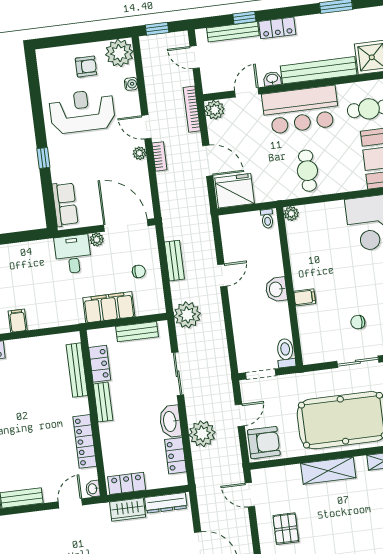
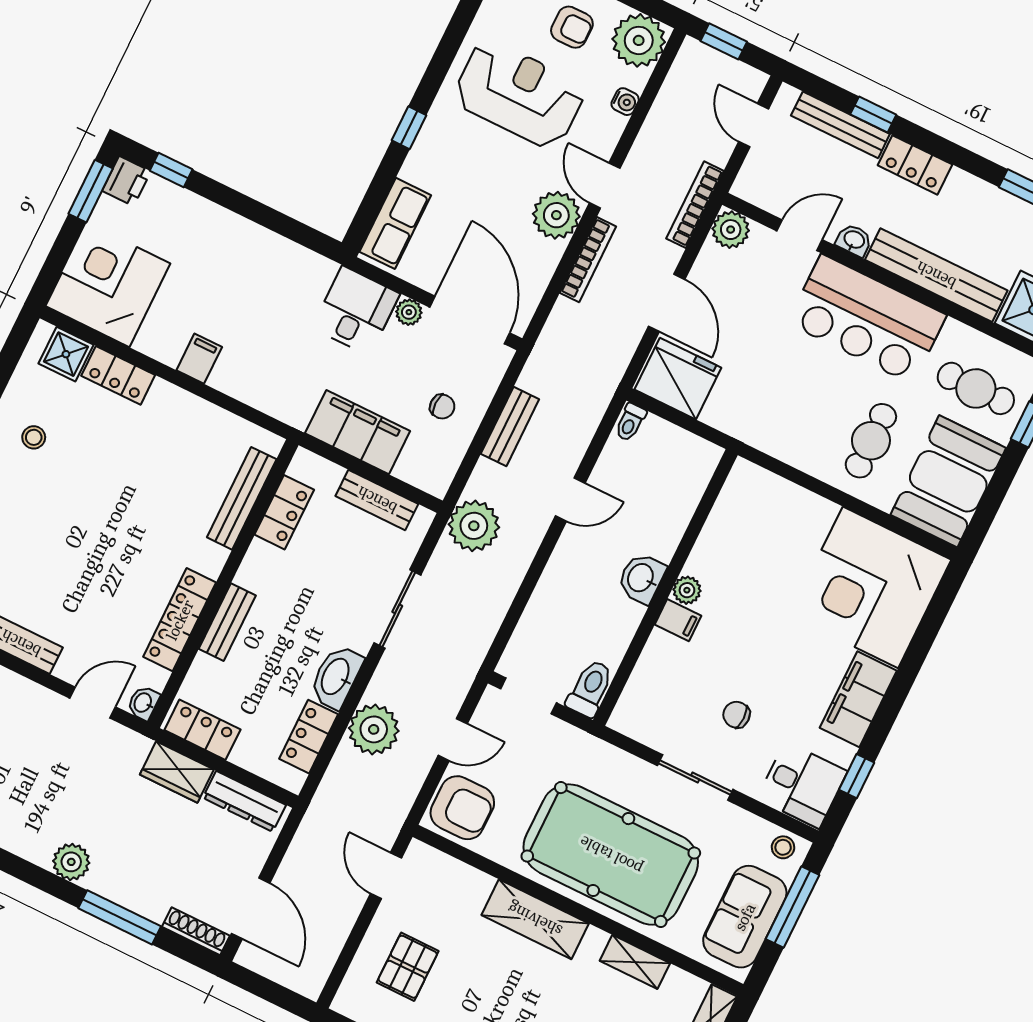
plant: (139, 153) -> (556, 215), width x1.87, depth x1.87
bookcase: (159, 156) -> (588, 260), width x1.56
cafe table: (307, 171) -> (871, 441), moved
plant: (291, 214) -> (687, 590), moved
toilet: (267, 219) -> (630, 422), moved
bench: (103, 402) -> (227, 622), moved

